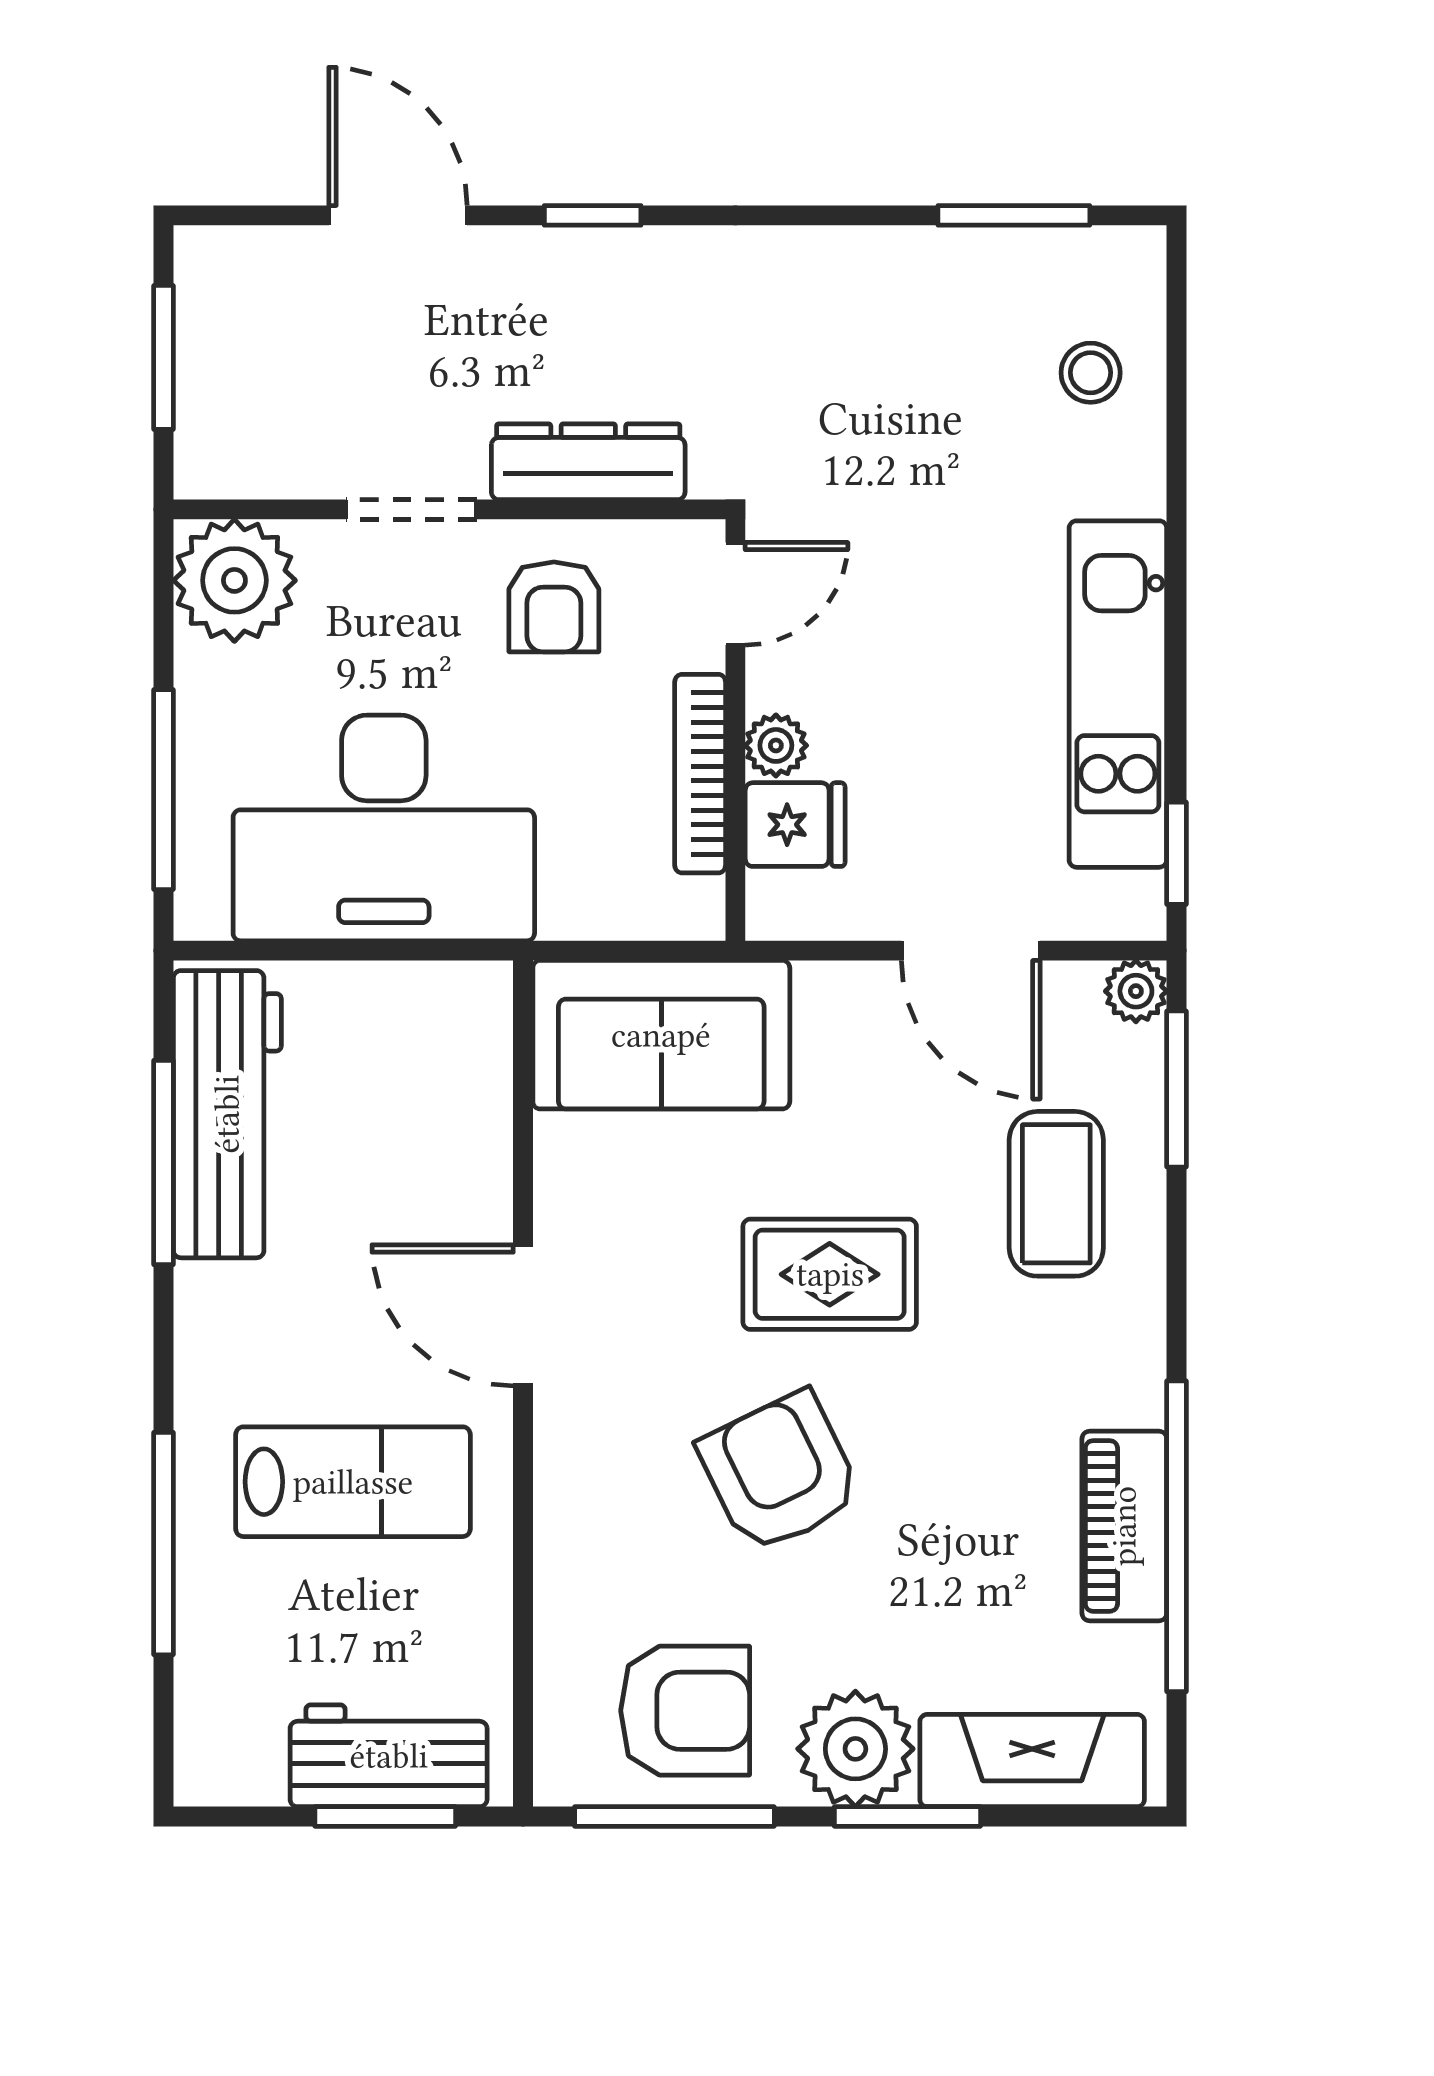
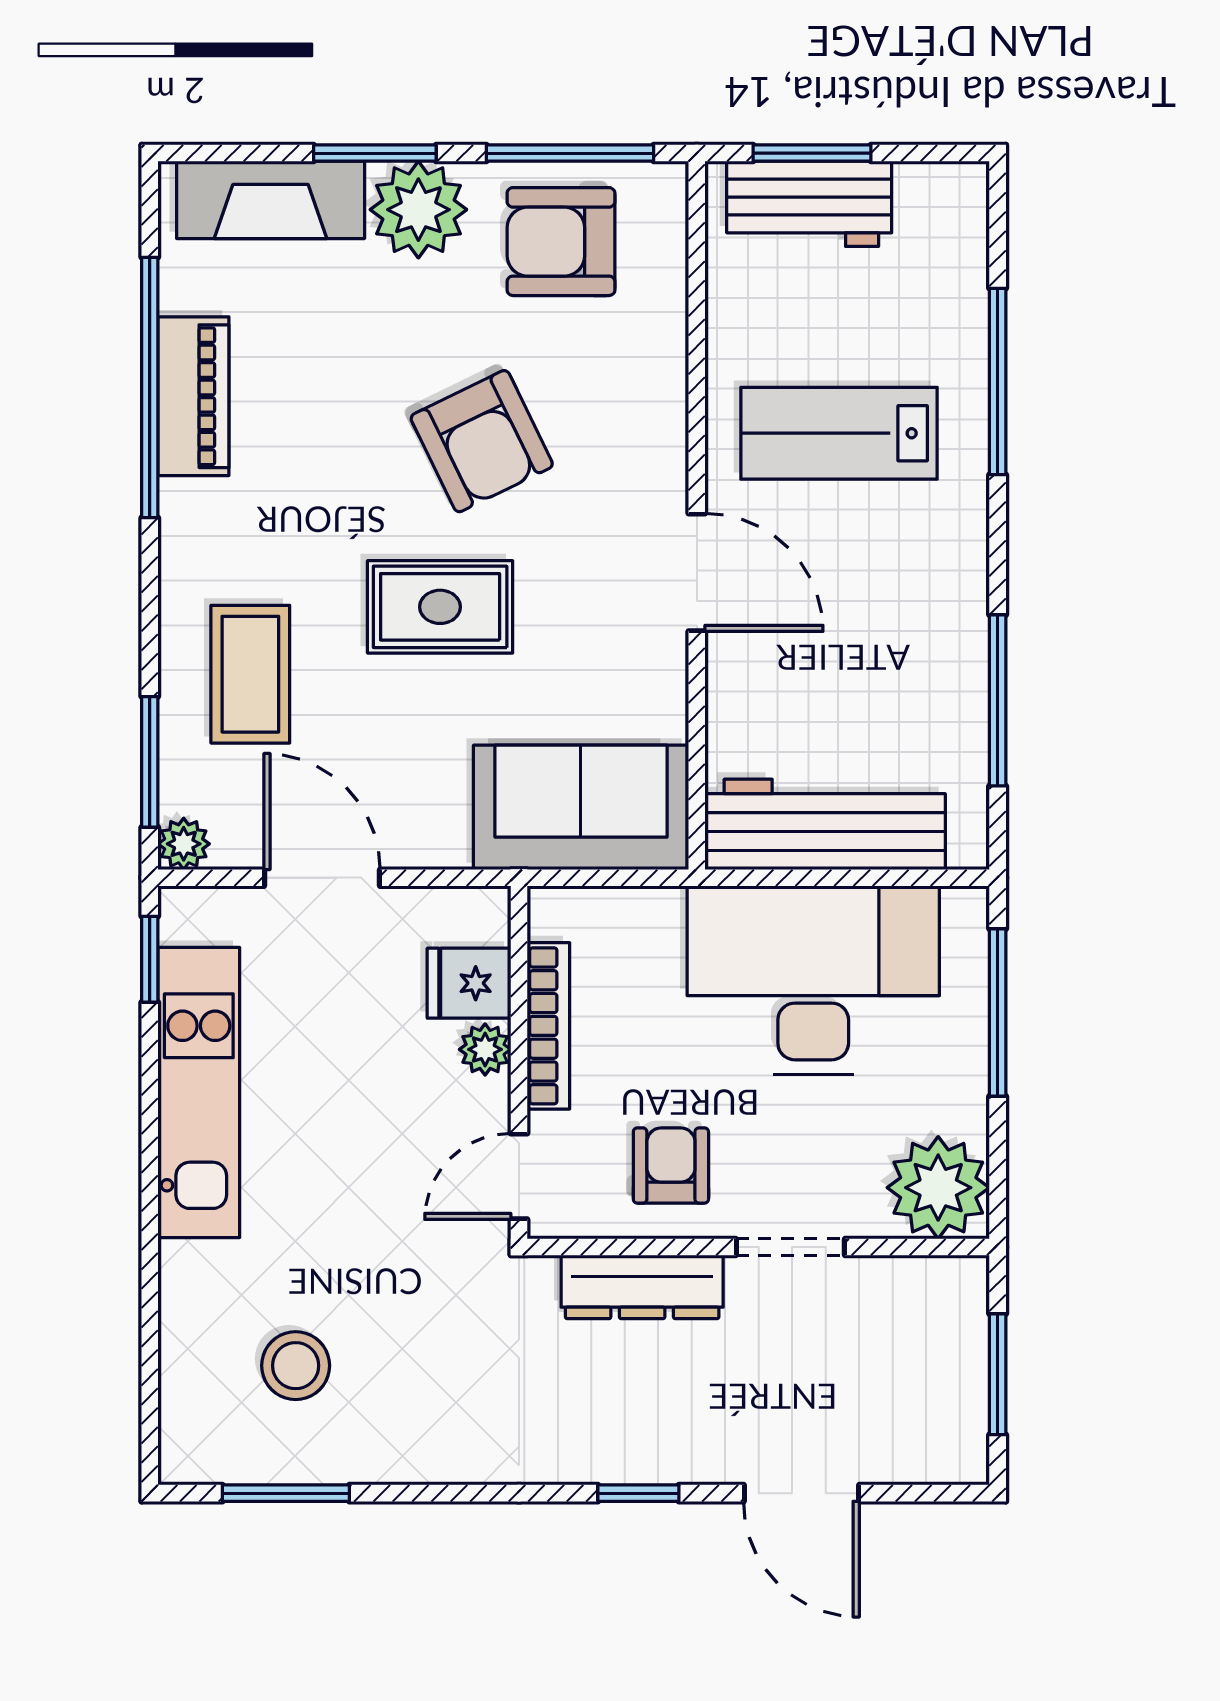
stool: (1091, 373) -> (296, 1366), moved, width x1.37, depth x1.37
workbench: (227, 1114) -> (825, 824), moved, turned 90

